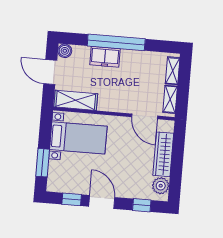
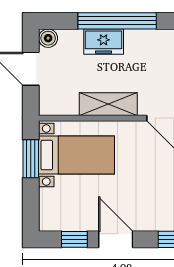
shelving: (76, 100) -> (108, 104), moved
window: (43, 163) -> (31, 159), moved

